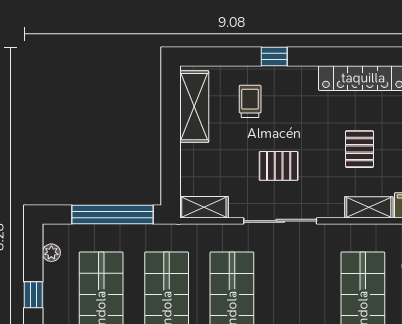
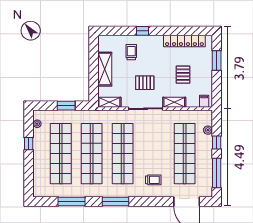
shelving: (194, 107) -> (105, 69), moved
shelving: (369, 207) -> (174, 102), moved
window: (112, 214) -> (66, 106), width x0.47

